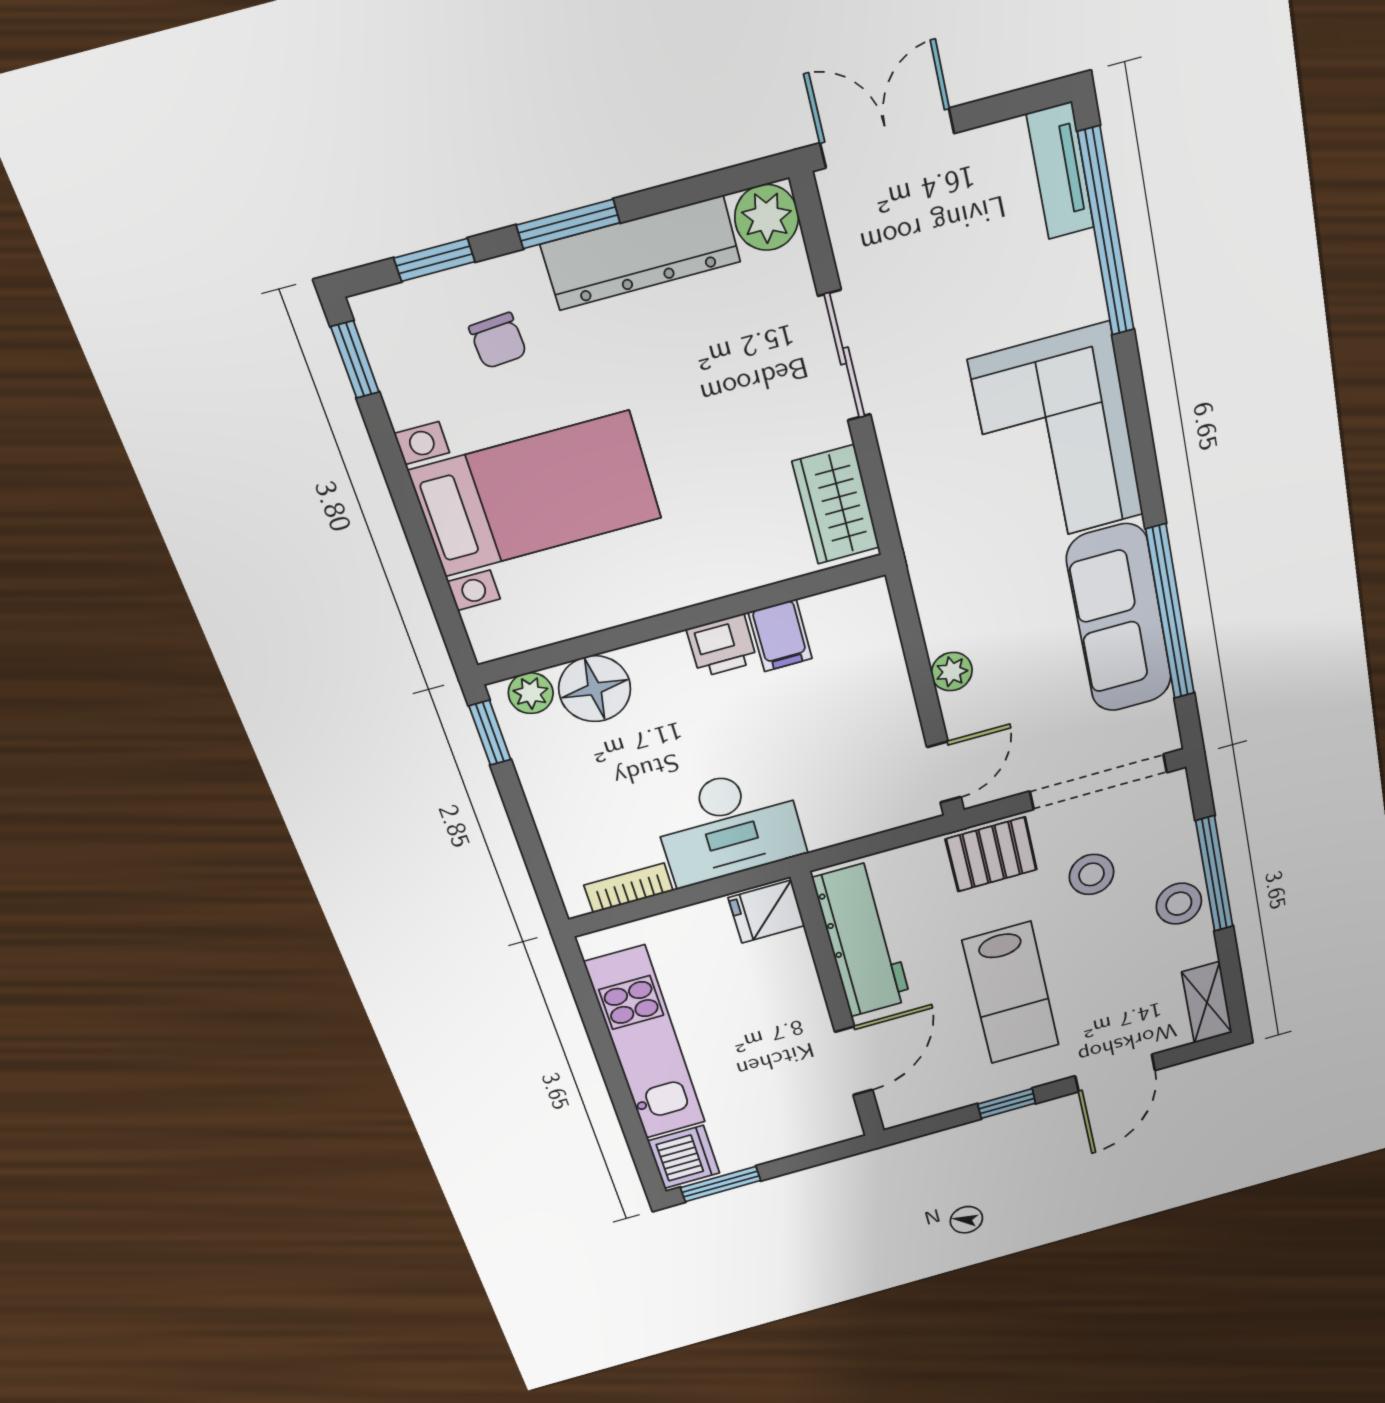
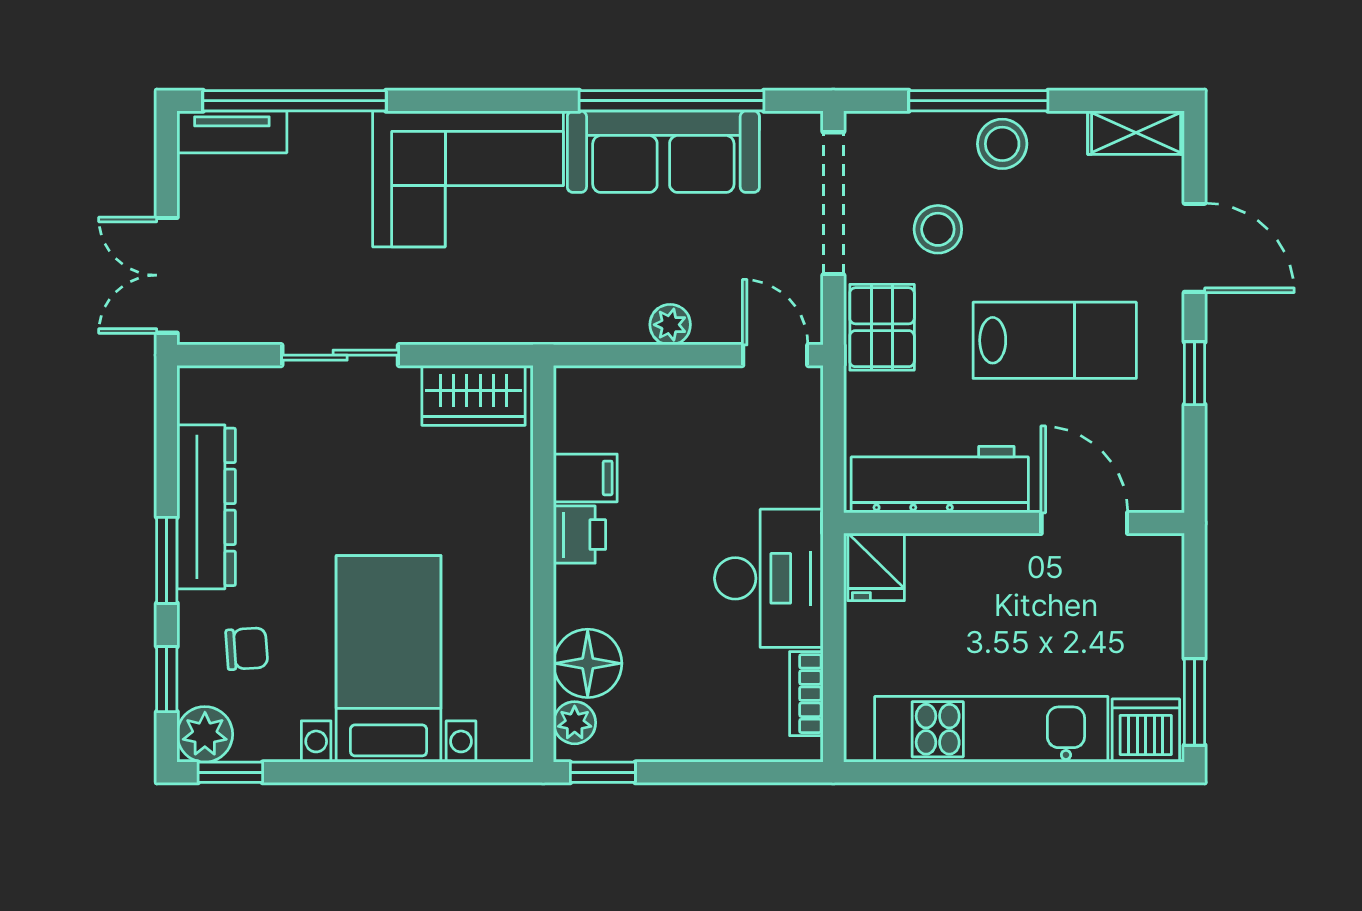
plant: (767, 217) -> (205, 734), moved

